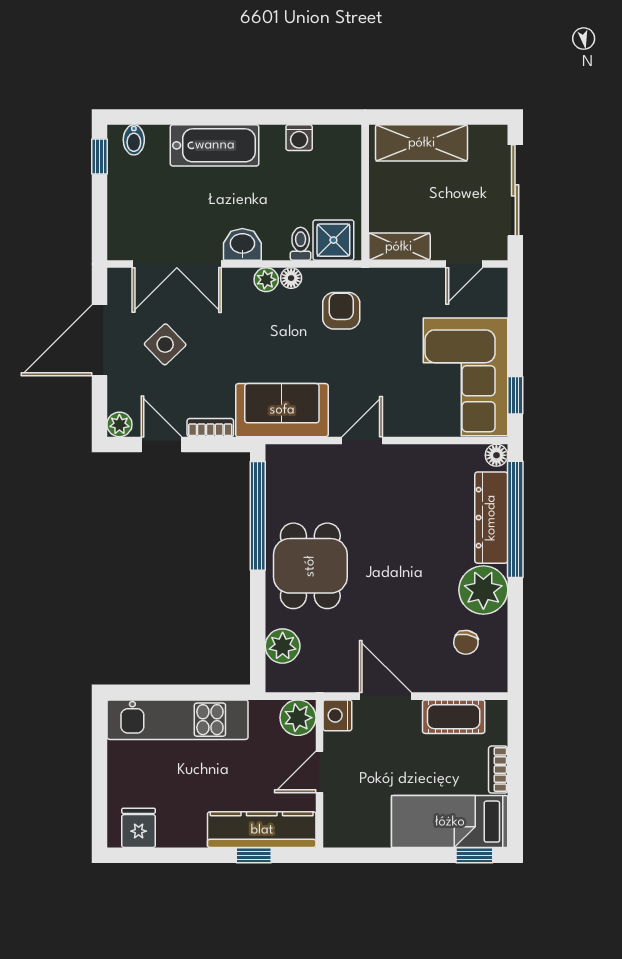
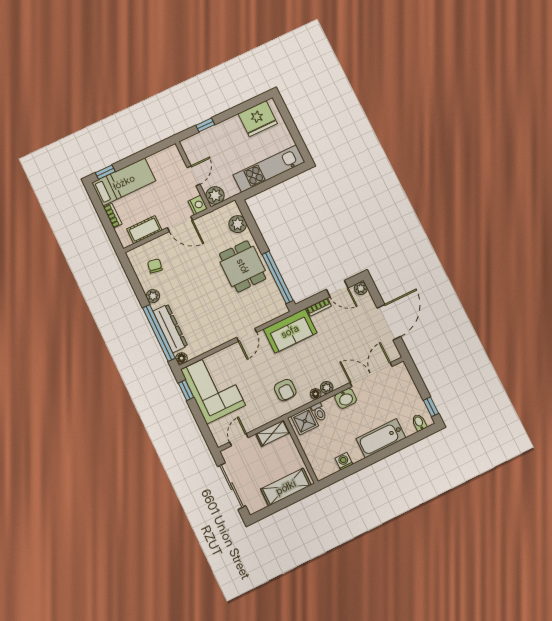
side table: (165, 344) -> (358, 335), removed
plant: (483, 590) -> (153, 296), width x0.53, depth x0.53
fridge: (139, 828) -> (258, 119), width x1.88, depth x1.34
kitchen counter: (262, 830) -> (207, 138), removed

